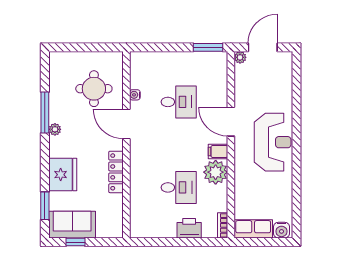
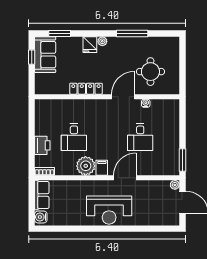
plant: (55, 129) -> (102, 41), moved
fridge: (63, 175) -> (90, 45), width x0.53, depth x0.75

